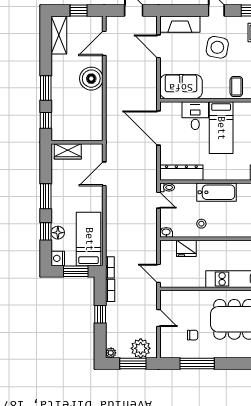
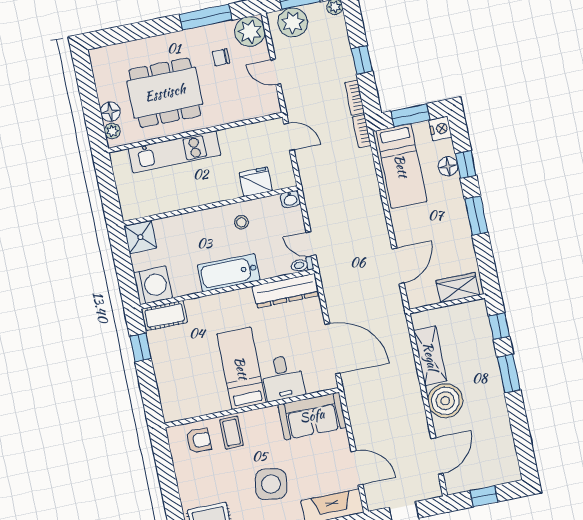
shelving: (59, 35) -> (430, 356), moved
plant: (170, 348) -> (250, 32), added

